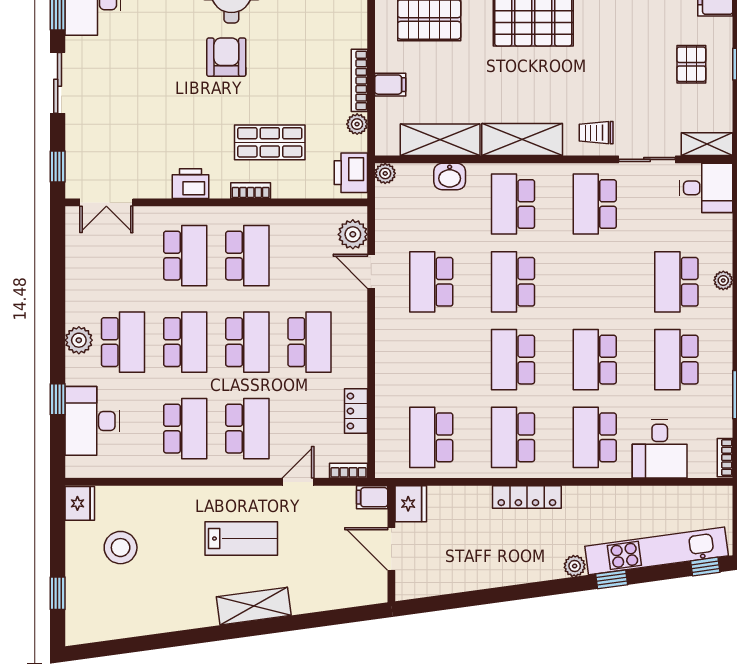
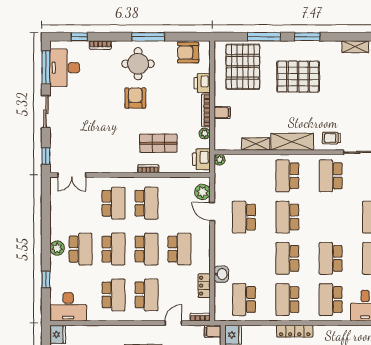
shelving: (440, 140) -> (256, 144), width x0.67, depth x0.75
washbasin: (450, 177) -> (221, 274), moved, turned -90
printer: (190, 184) -> (202, 83), moved, turned -90
desk: (92, 421) -> (68, 307), moved, turned -90

